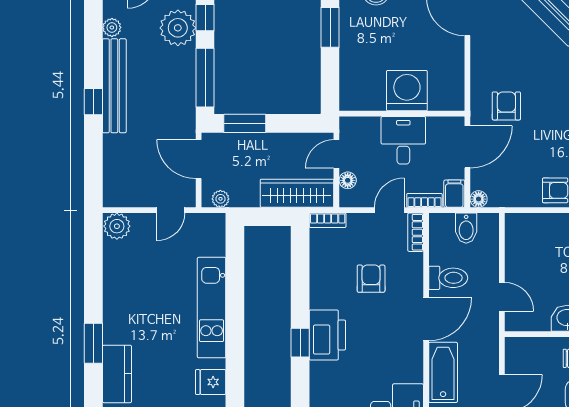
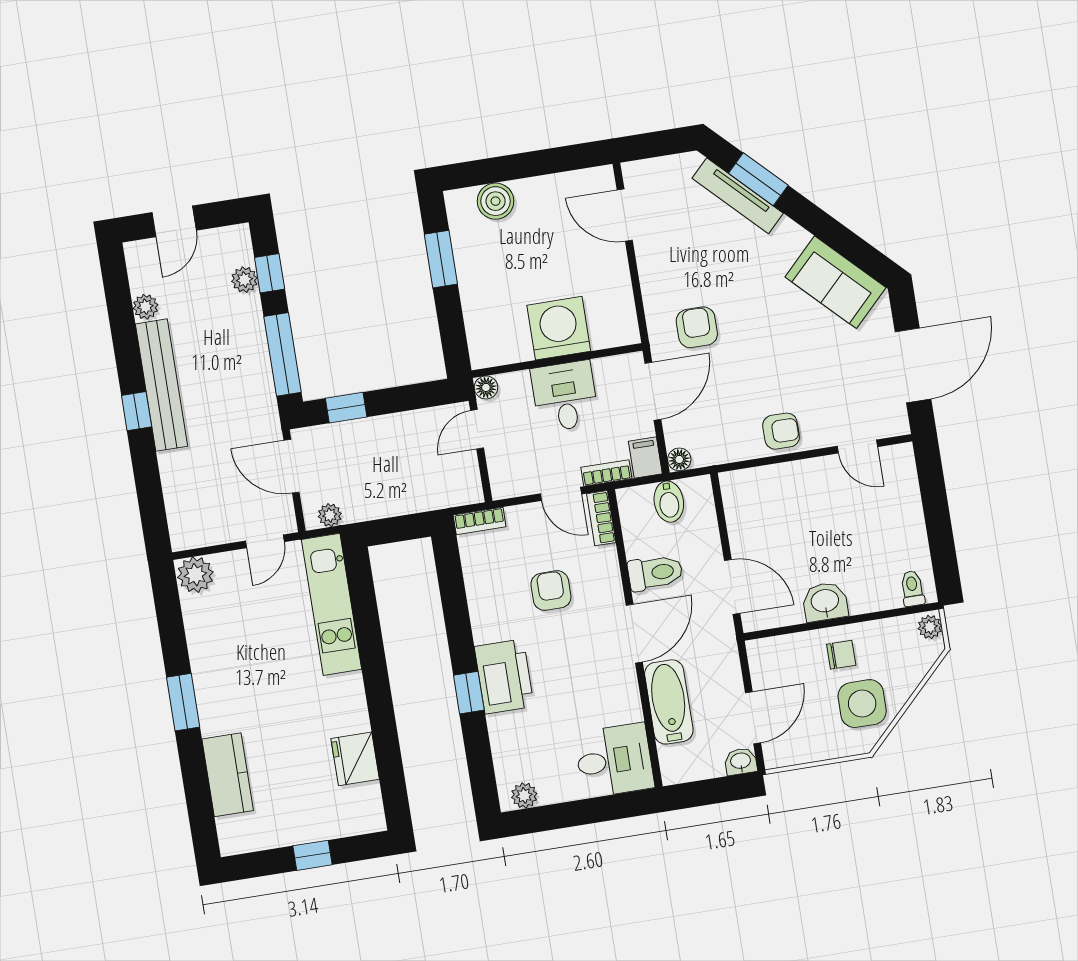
plant: (178, 28) -> (244, 280), width x0.53, depth x0.53
window: (245, 123) -> (346, 408), width x0.67
floor lamp: (348, 180) -> (486, 387), moved
wardrobe: (297, 193) -> (432, 491), removed
door: (389, 210) -> (561, 494), swing flipped
door: (502, 297) -> (732, 587), width x1.38
kitchen unit: (212, 308) -> (332, 604), moved
window: (93, 343) -> (183, 702), moved
fridge: (211, 382) -> (355, 759), width x1.38

